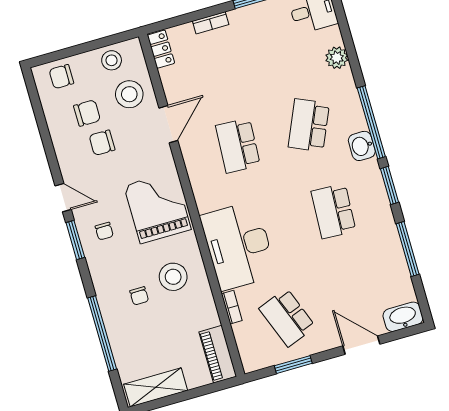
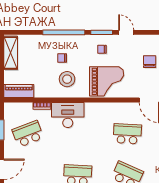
door: (63, 198) -> (126, 32), swing flipped
desk: (238, 246) -> (68, 115), width x0.73, depth x0.77
window: (102, 333) -> (64, 32), moved

